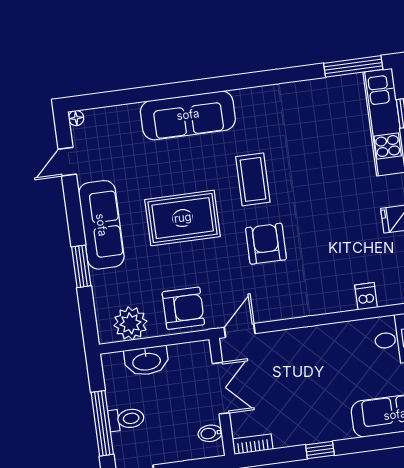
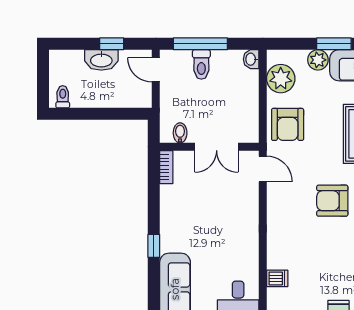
armchair: (266, 244) -> (332, 201), turned 180
plant: (103, 283) -> (318, 60), added
washbasin: (146, 361) -> (251, 59), moved, width x0.52, depth x0.69
window: (320, 450) -> (154, 246), moved

